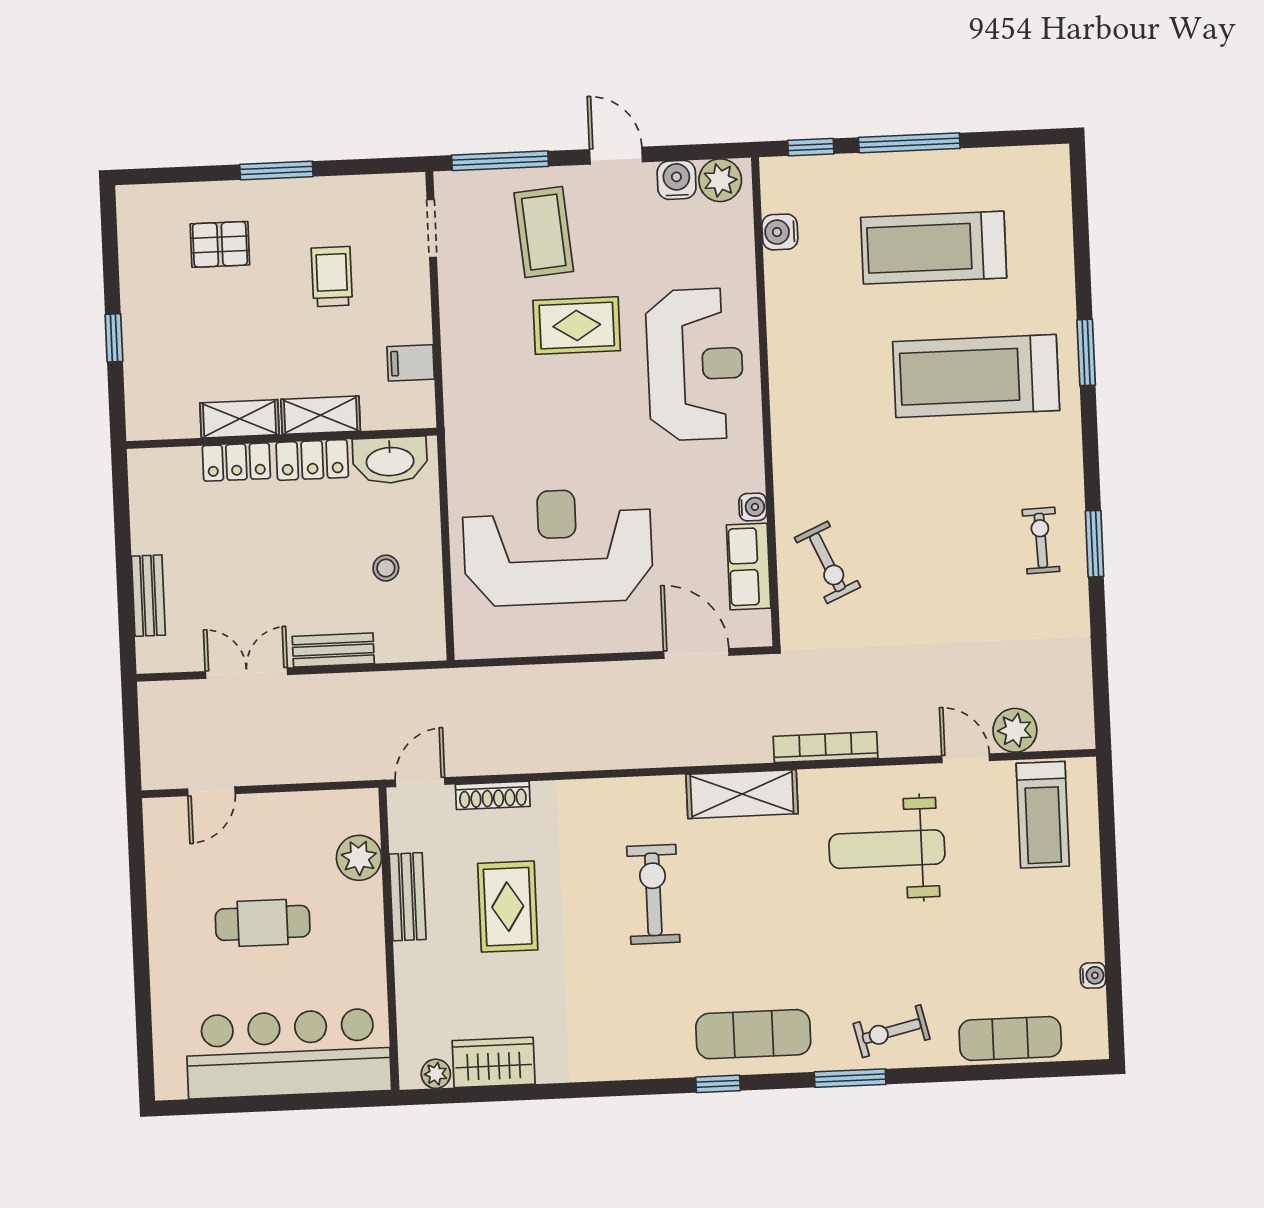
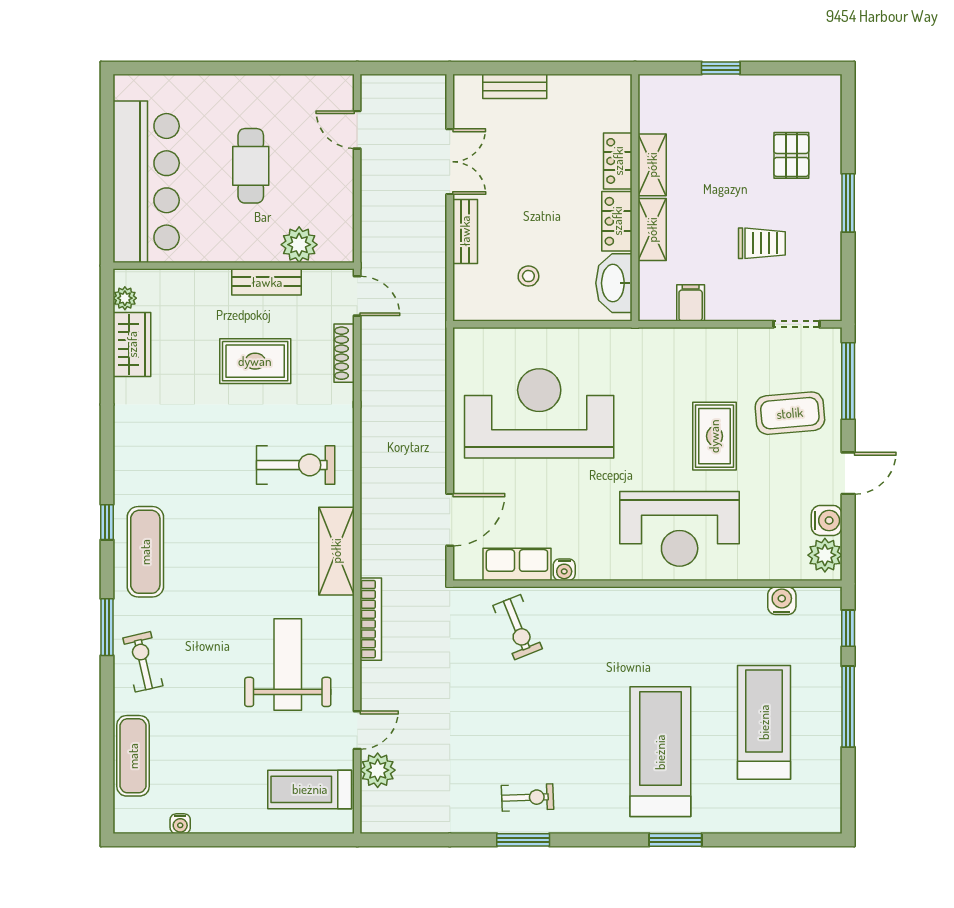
reception desk: (558, 547) -> (539, 413), turned -90
exercise bike: (827, 562) -> (518, 627), turned -88
exercise bike: (653, 894) -> (296, 465), moved

